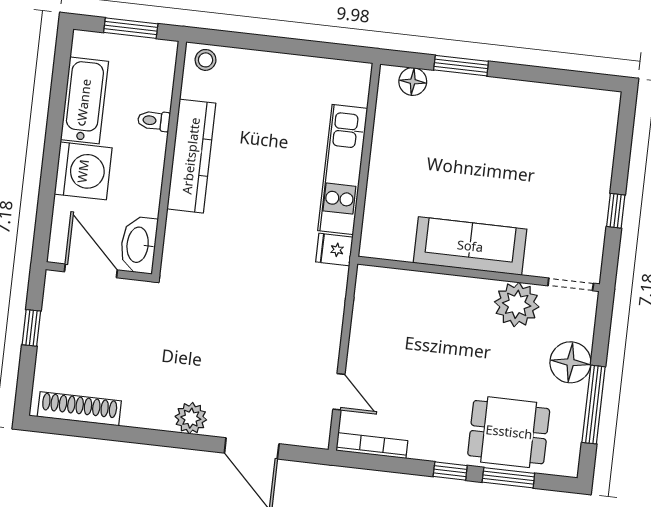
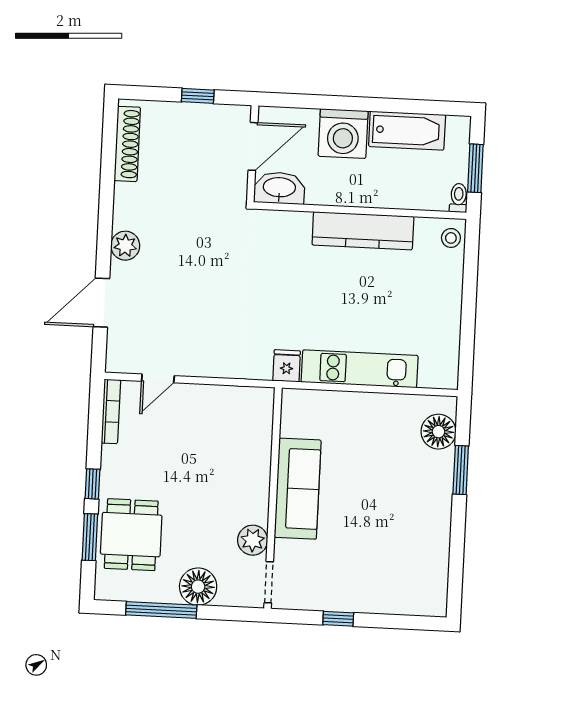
floor lamp: (413, 82) -> (438, 432), width x1.38, depth x1.38
toilet: (154, 121) -> (459, 198), moved
plant: (517, 304) -> (253, 540), width x0.73, depth x0.73

